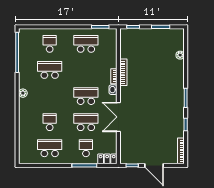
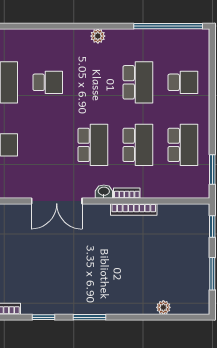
double door: (118, 117) -> (57, 201), swing flipped
school desk: (86, 122) -> (138, 145), moved

